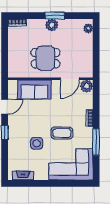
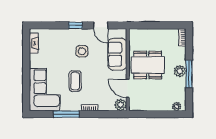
window: (55, 16) -> (189, 74), width x1.44
dining table: (45, 58) -> (148, 65), width x1.38
side table: (37, 143) -> (82, 51), moved

